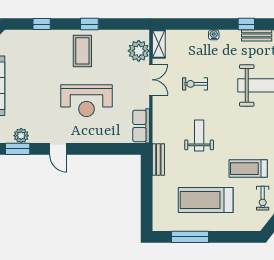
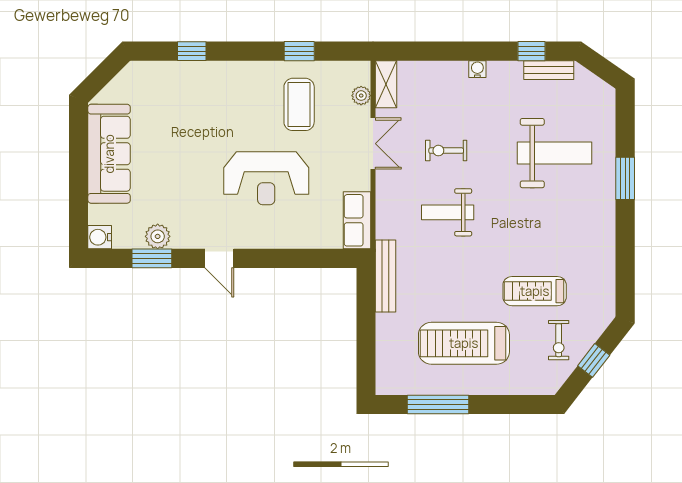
window: (89, 24) -> (299, 51), moved
coffee table: (82, 51) -> (299, 104), moved
plant: (139, 51) -> (361, 96), width x0.53, depth x0.53
weight bench: (199, 136) -> (448, 212), moved, turned -90
bench: (158, 159) -> (385, 276), width x1.36

